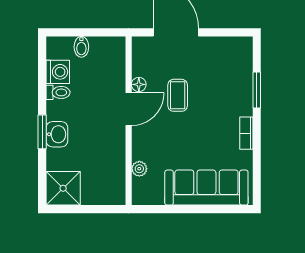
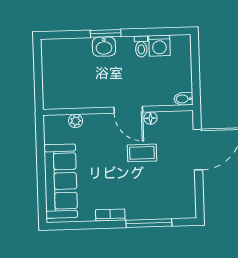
bidet: (81, 47) -> (183, 99), moved
window: (257, 90) -> (149, 223), width x1.44
shower: (63, 188) -> (56, 54), removed

